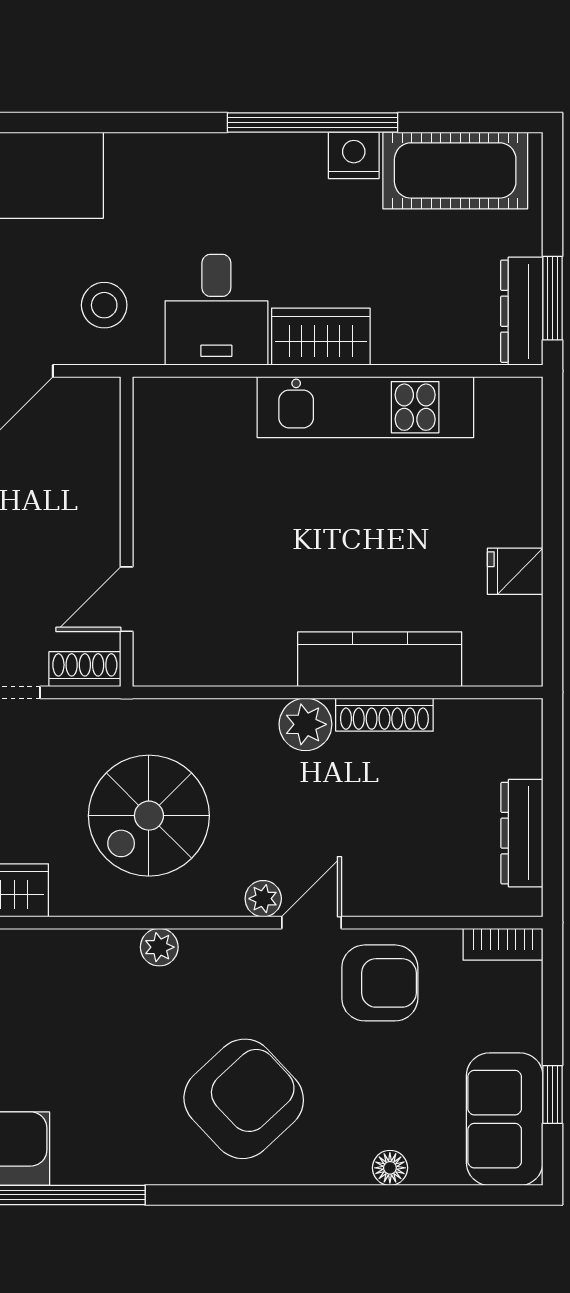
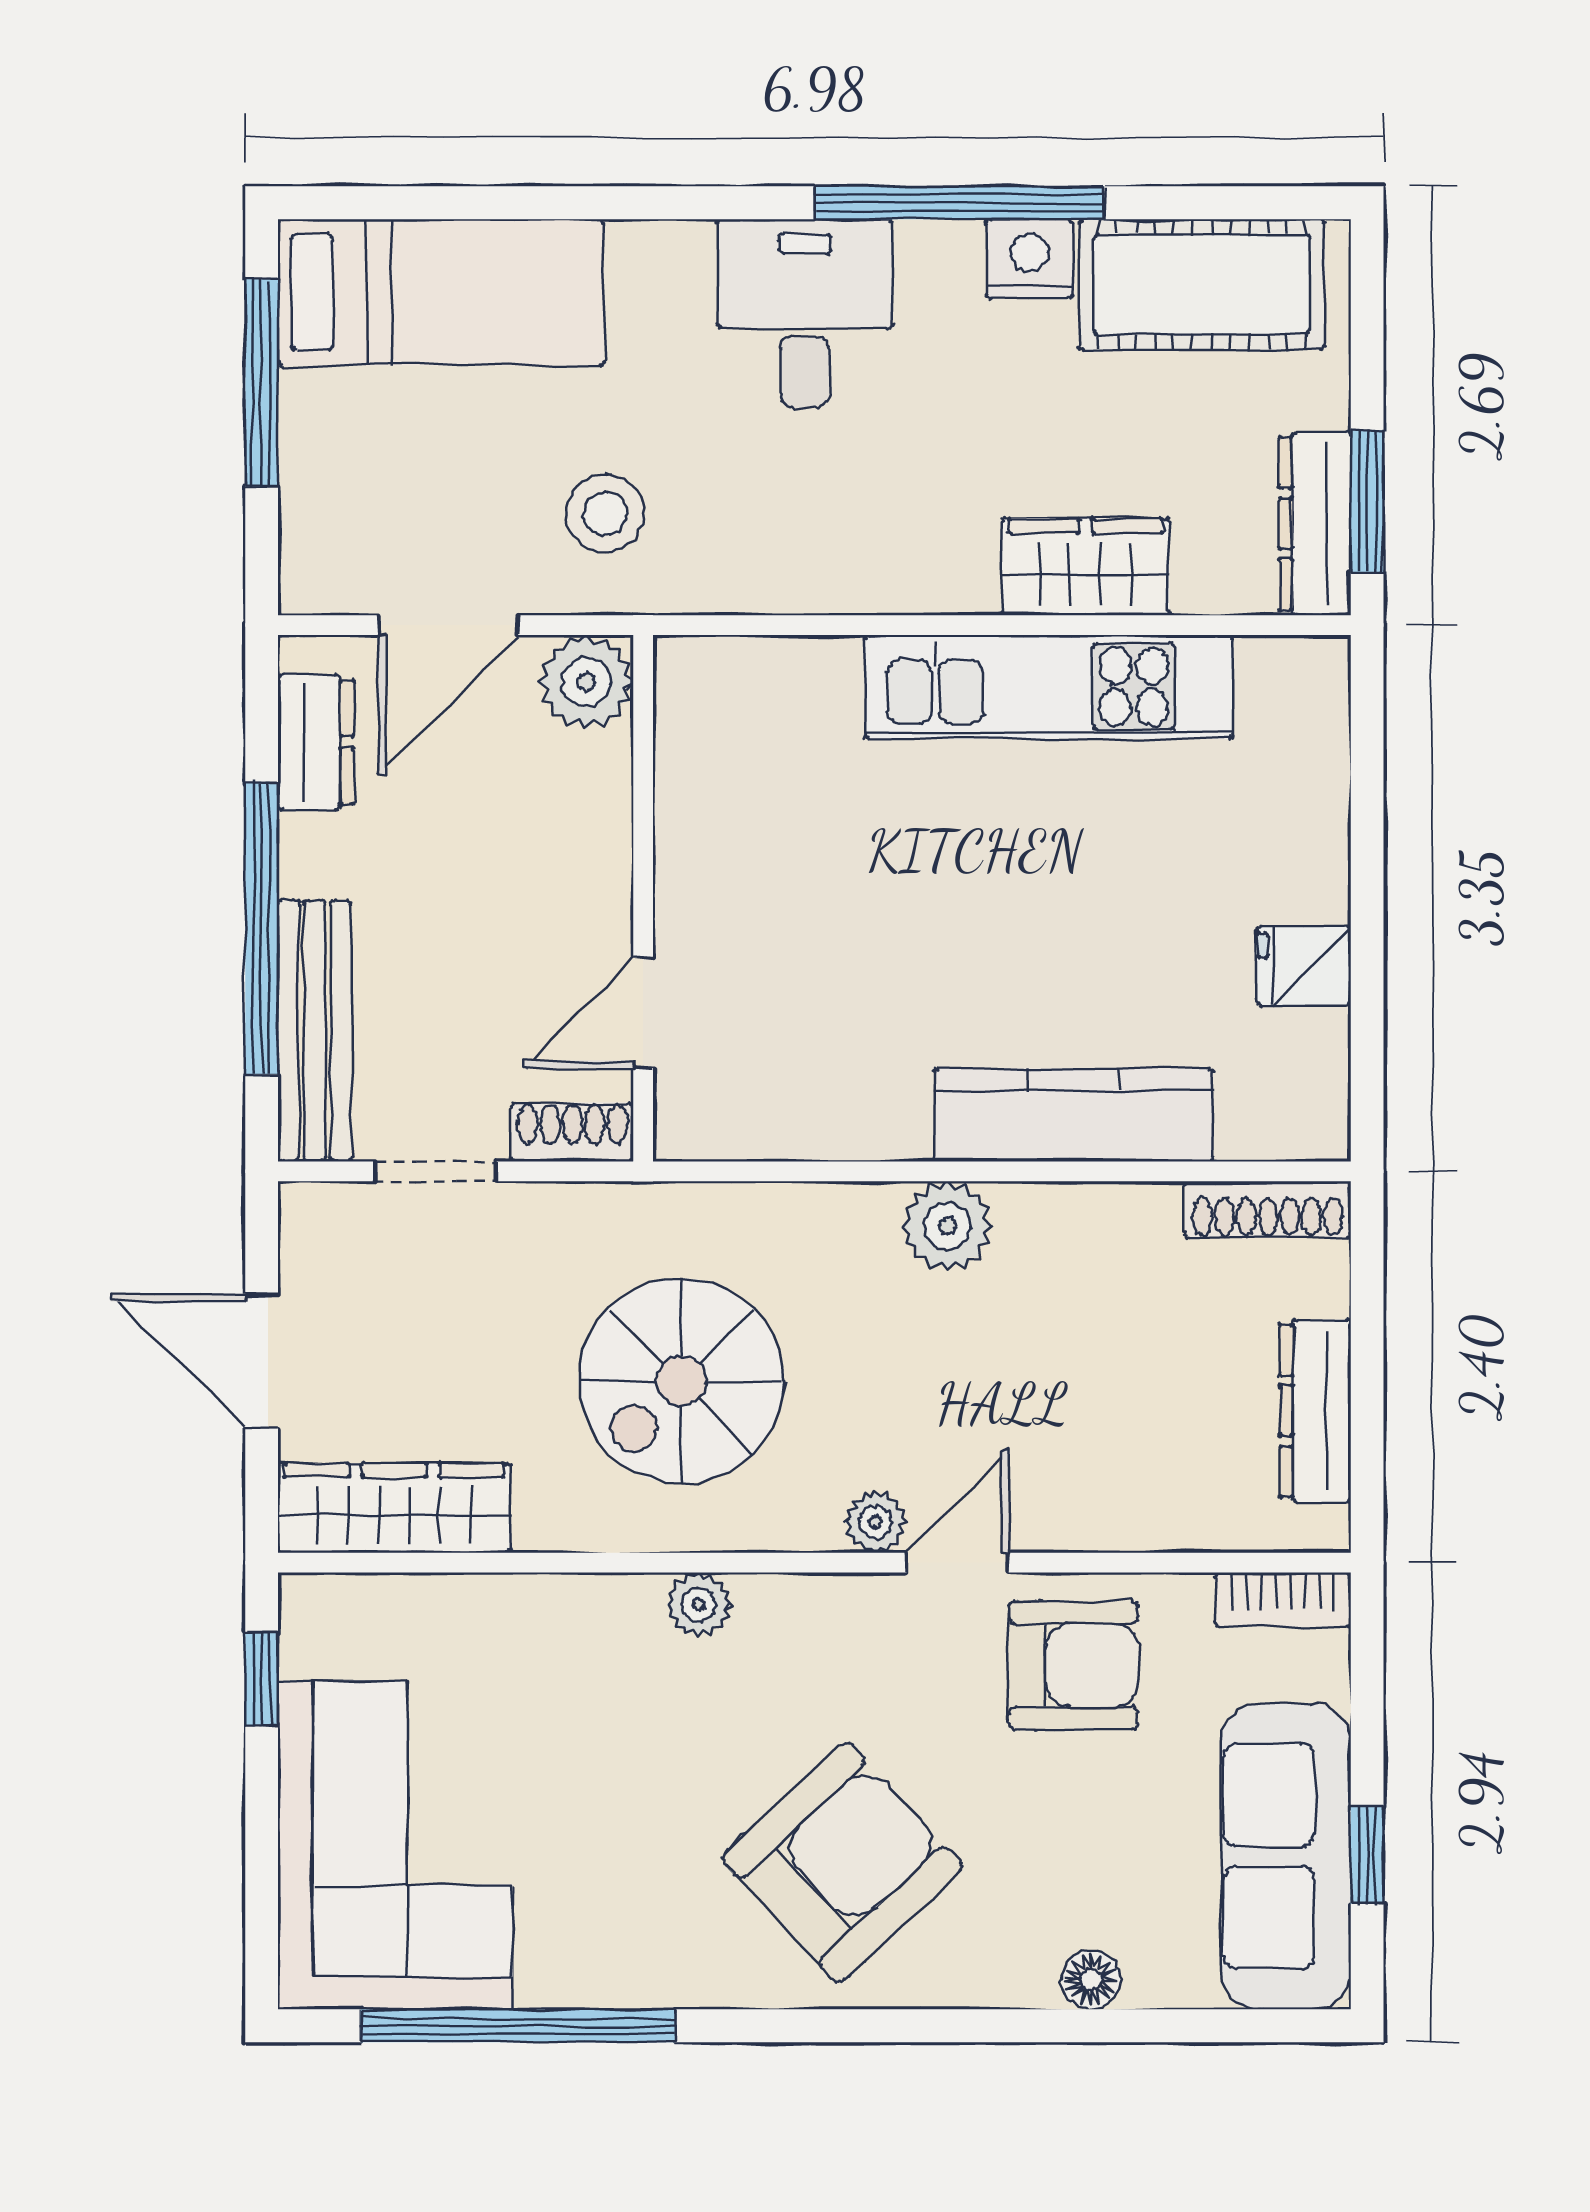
desk: (216, 310) -> (805, 313), moved, turned 180
wardrobe: (321, 337) -> (1086, 567), moved
plant: (93, 404) -> (586, 682), added
shoe rack: (384, 715) -> (1268, 1209), moved
sofa: (505, 1119) -> (1286, 1856), width x1.36

